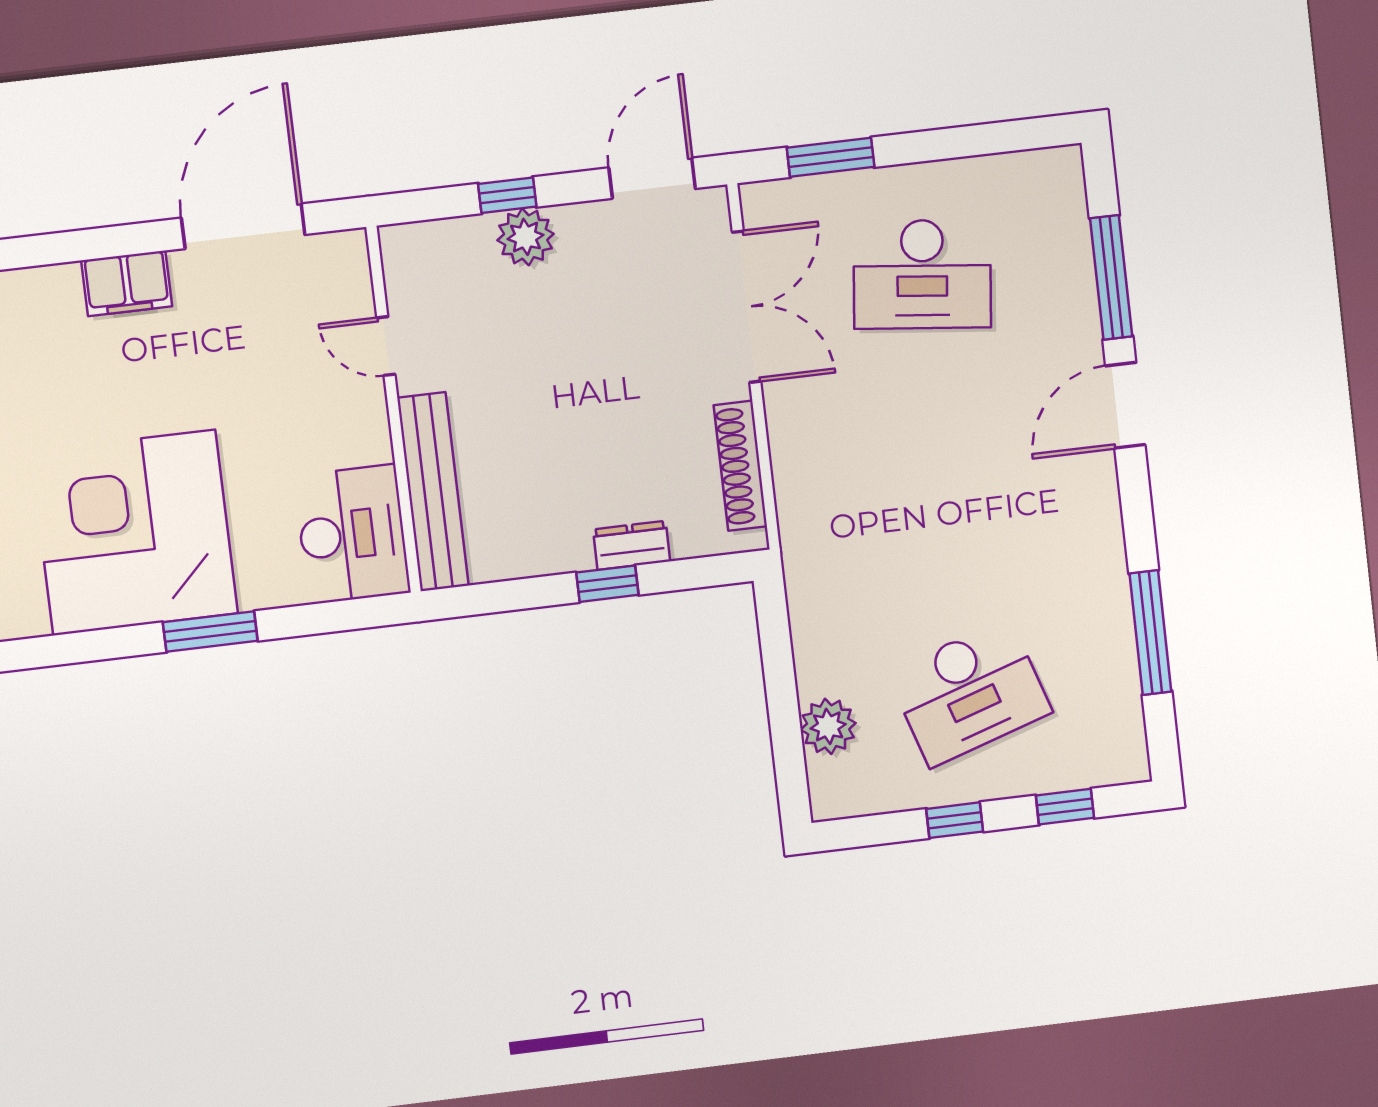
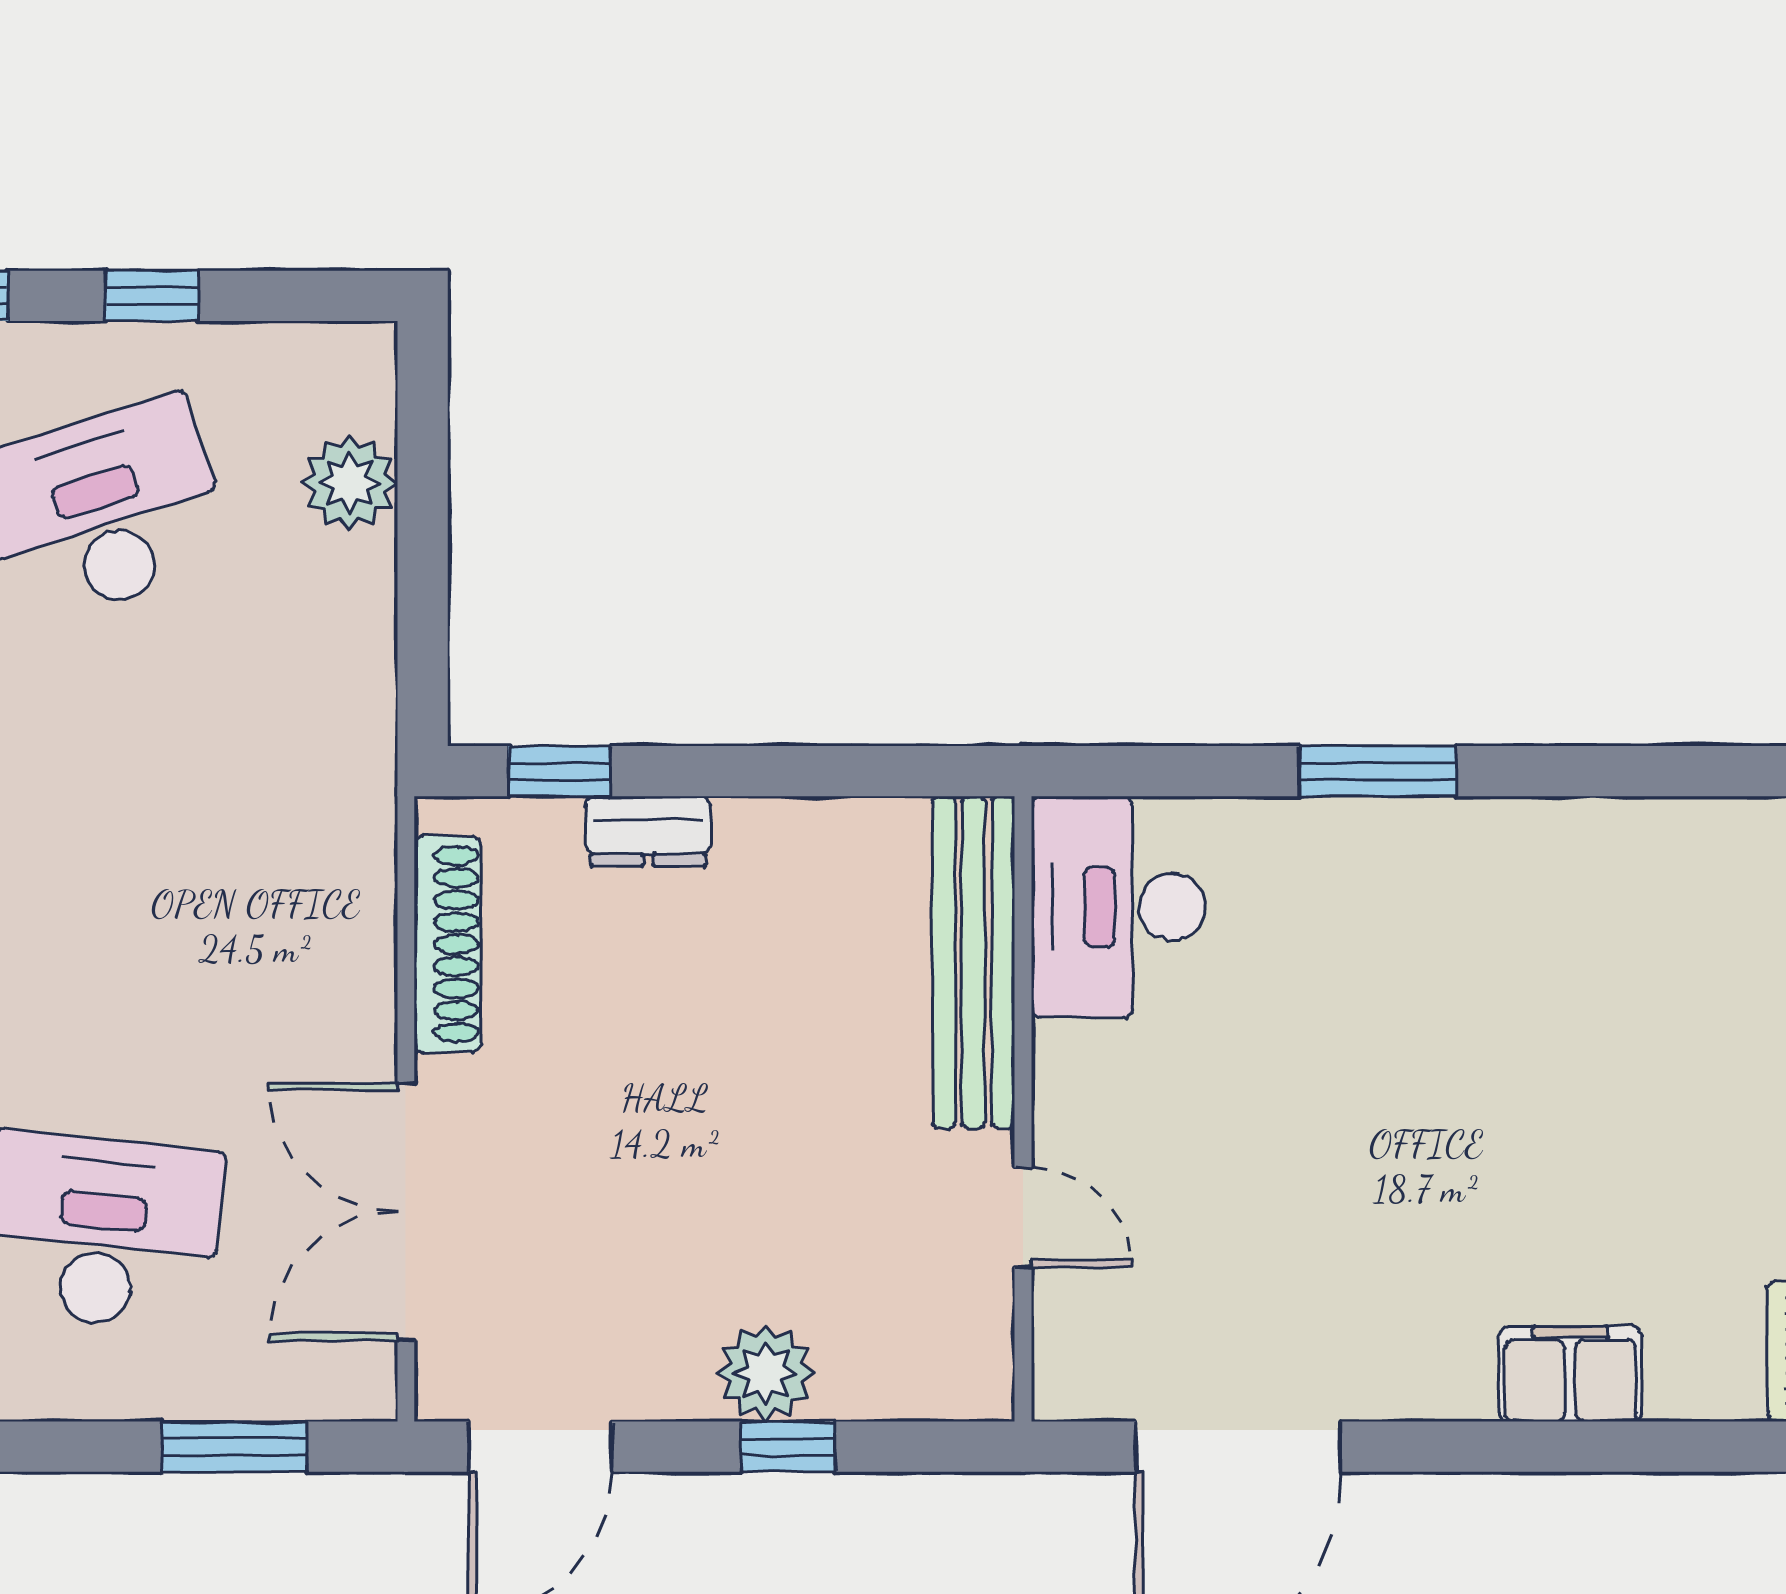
filing cabinet: (127, 283) -> (1570, 1374), moved
corner desk: (134, 533) -> (1485, 954), removed
window: (607, 584) -> (559, 771), moved

